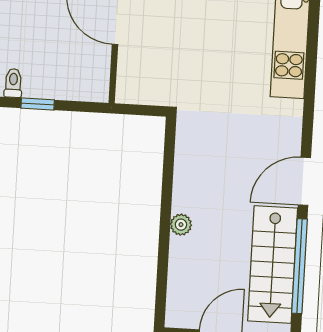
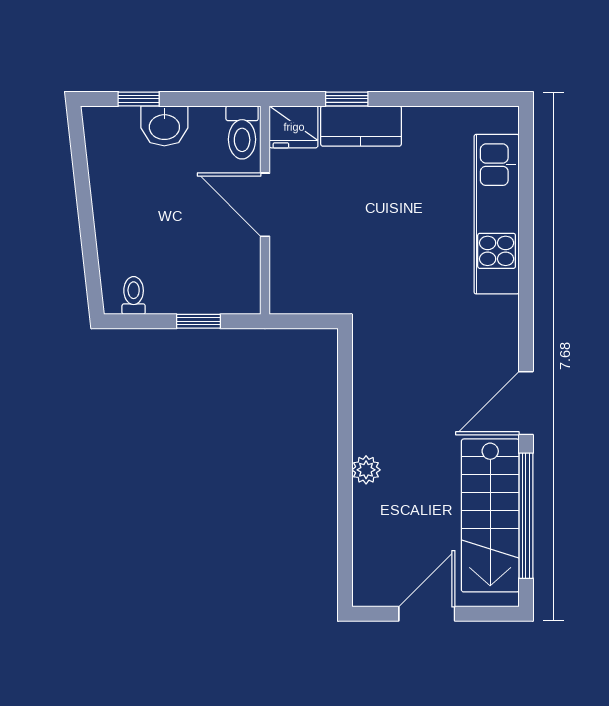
window: (38, 104) -> (198, 321), moved

